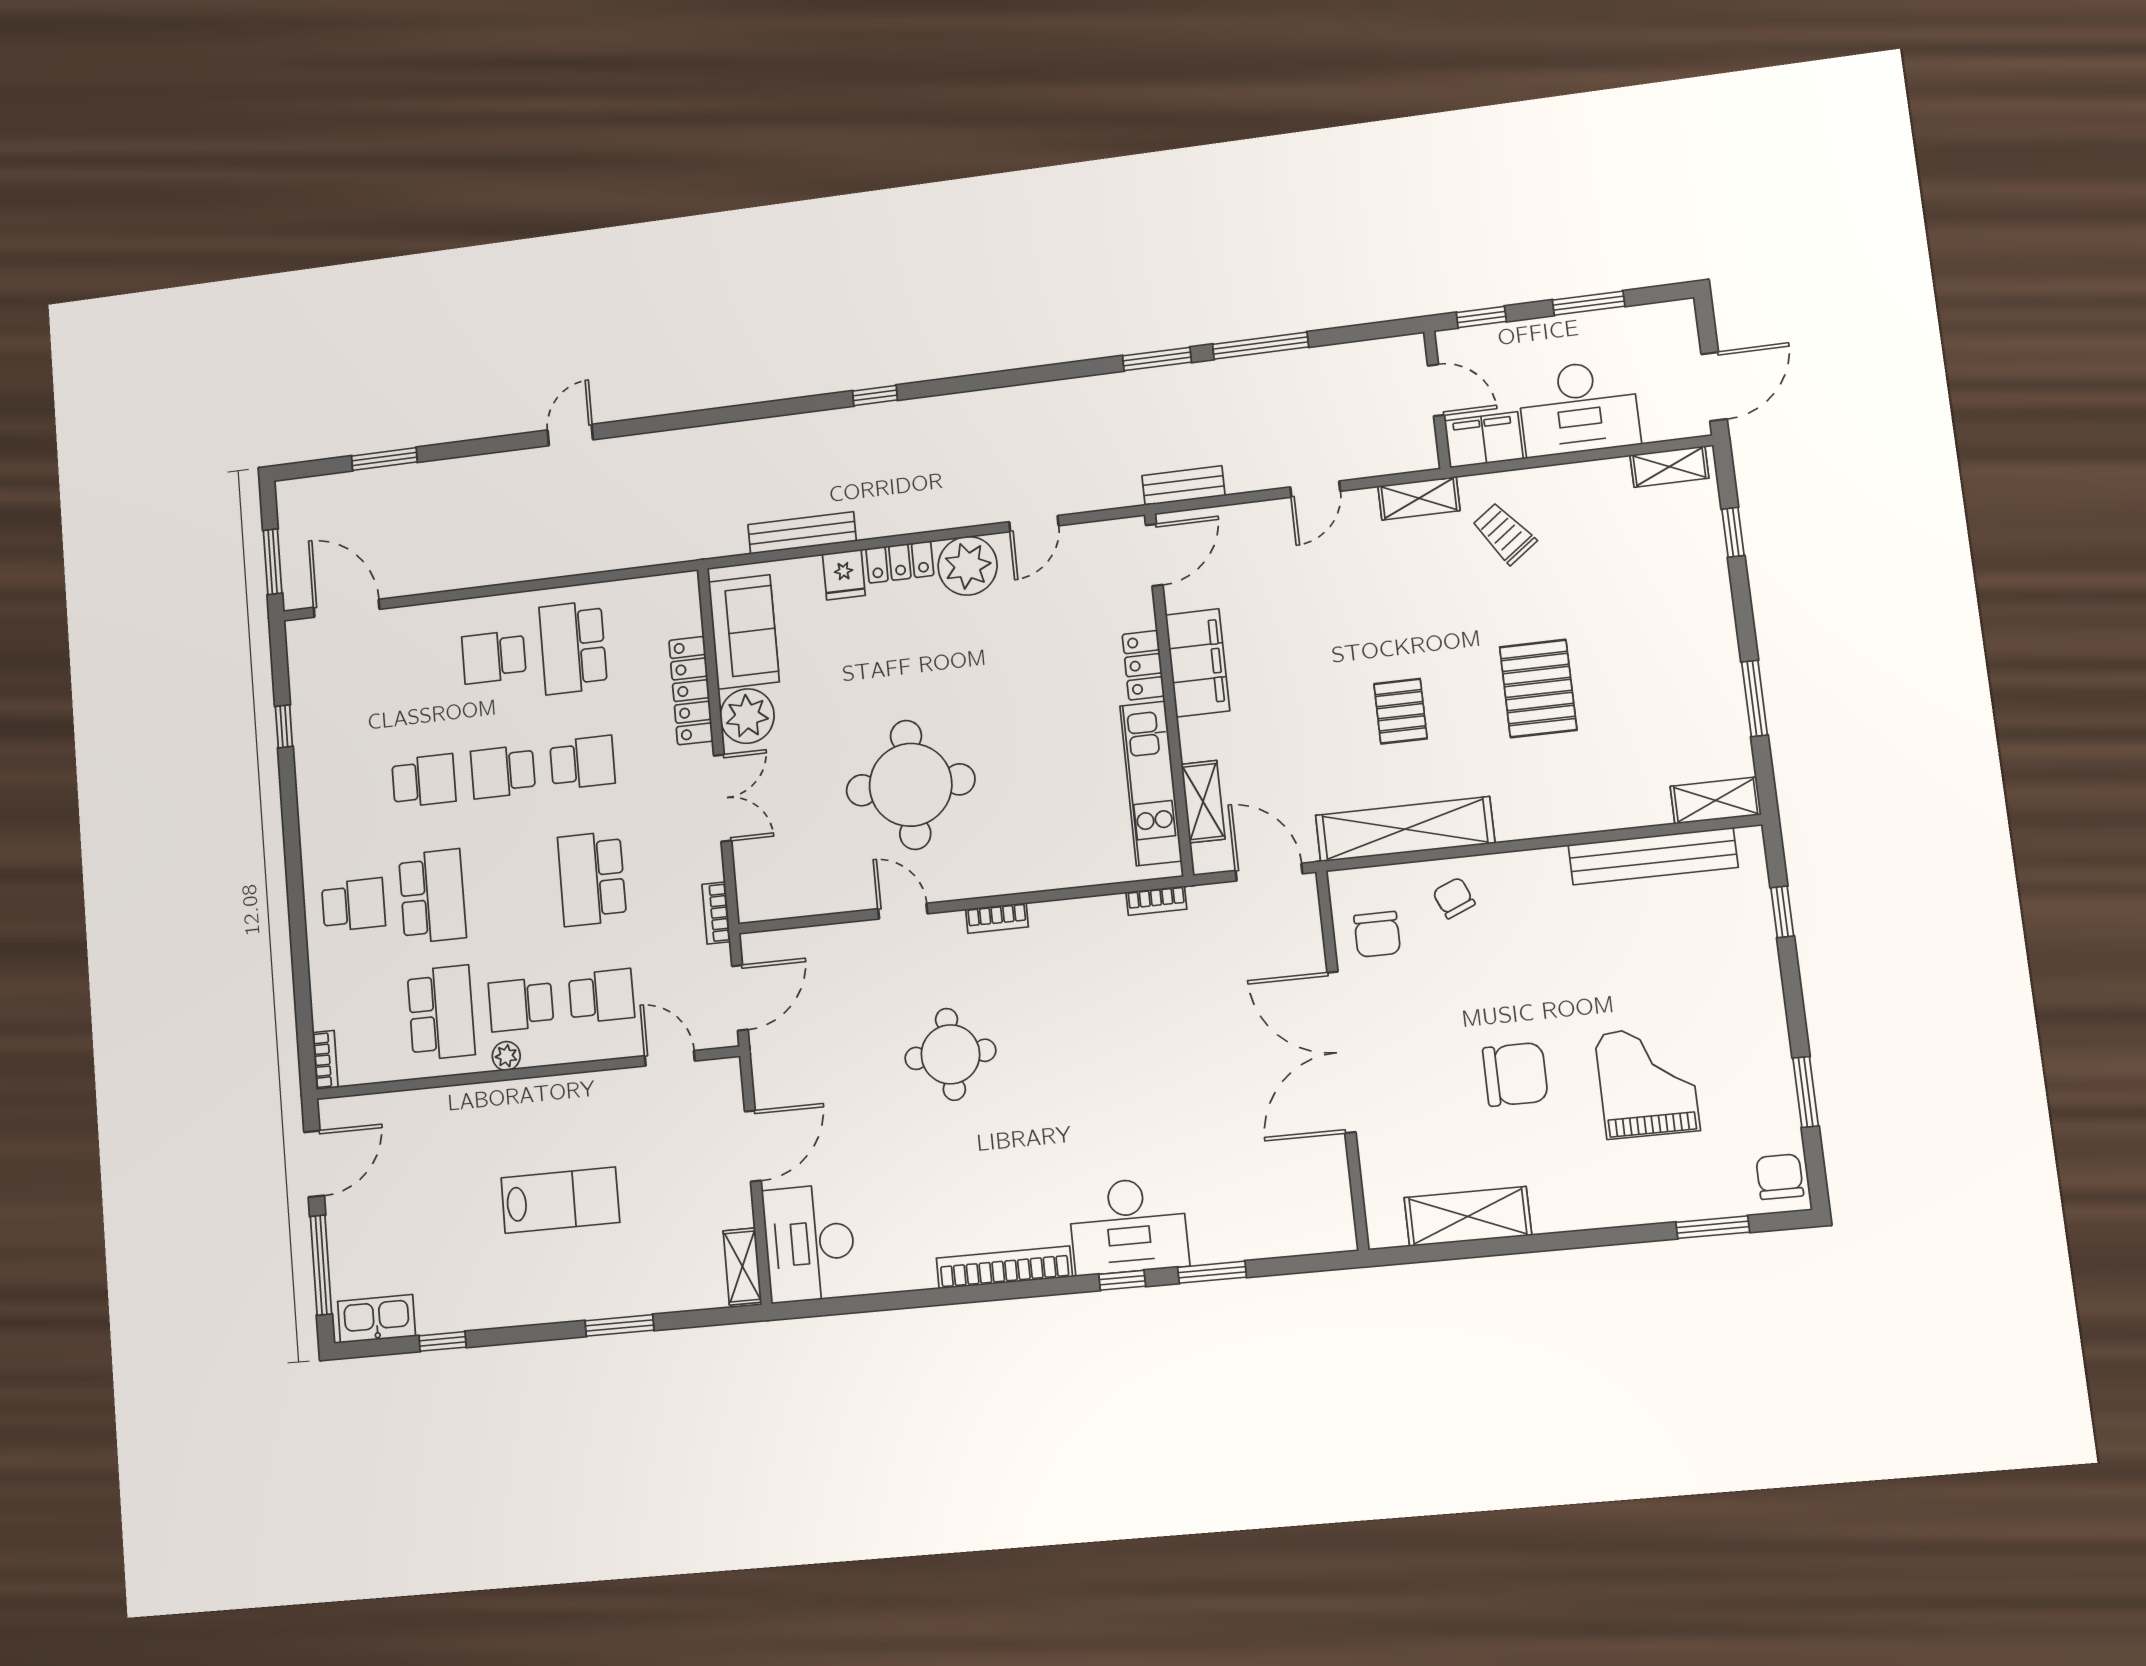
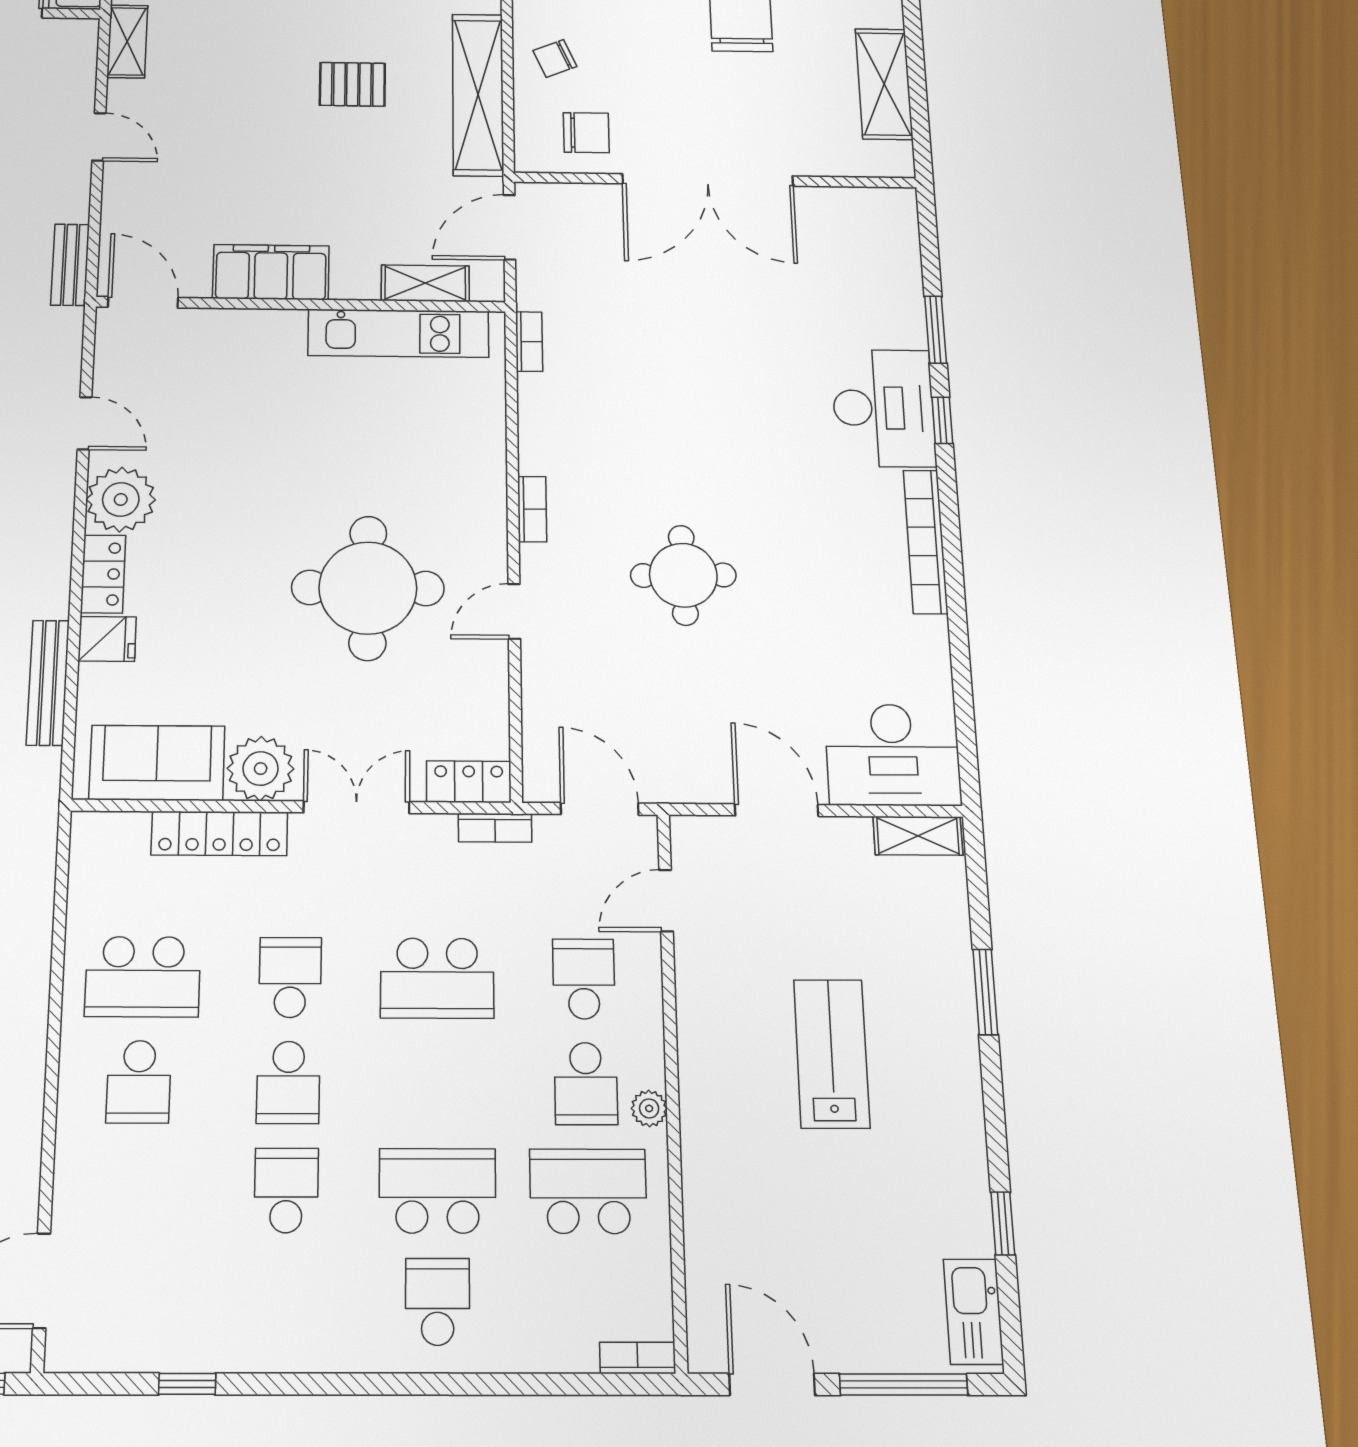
locker: (1143, 665) -> (469, 782), moved, turned 180

